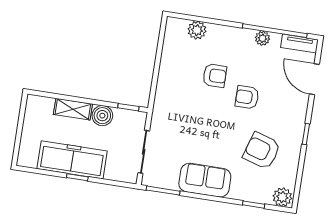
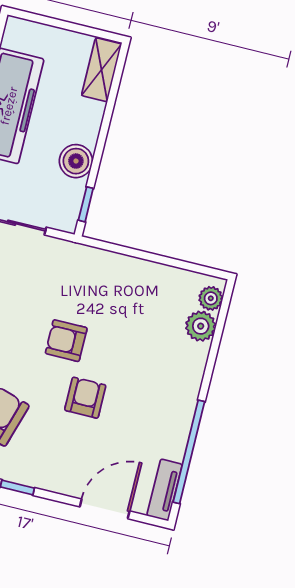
plant: (262, 38) -> (211, 298), moved
armchair: (215, 76) -> (66, 341), moved, turned 90
shelving: (73, 109) -> (102, 70), moved

